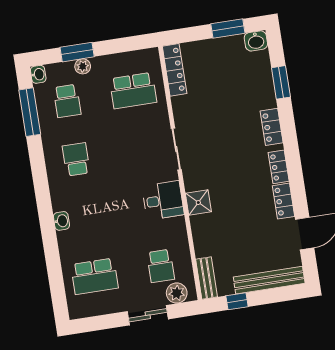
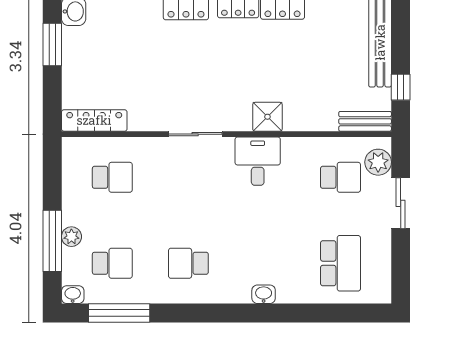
window: (77, 52) -> (52, 241), width x1.44
school desk: (133, 91) -> (112, 177), width x0.54

